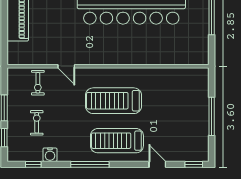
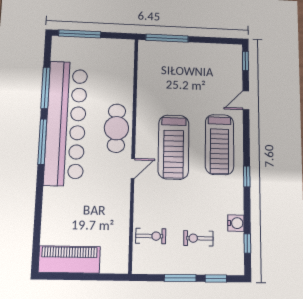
cafe table: (128, 51) -> (116, 128), added
door: (66, 66) -> (133, 168), moved
window: (212, 116) -> (167, 38), moved
window: (90, 164) -> (247, 176), width x0.46

